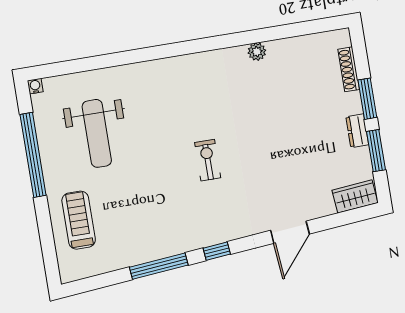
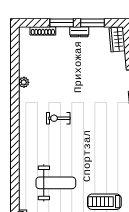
exercise bike: (208, 160) -> (58, 118), moved

